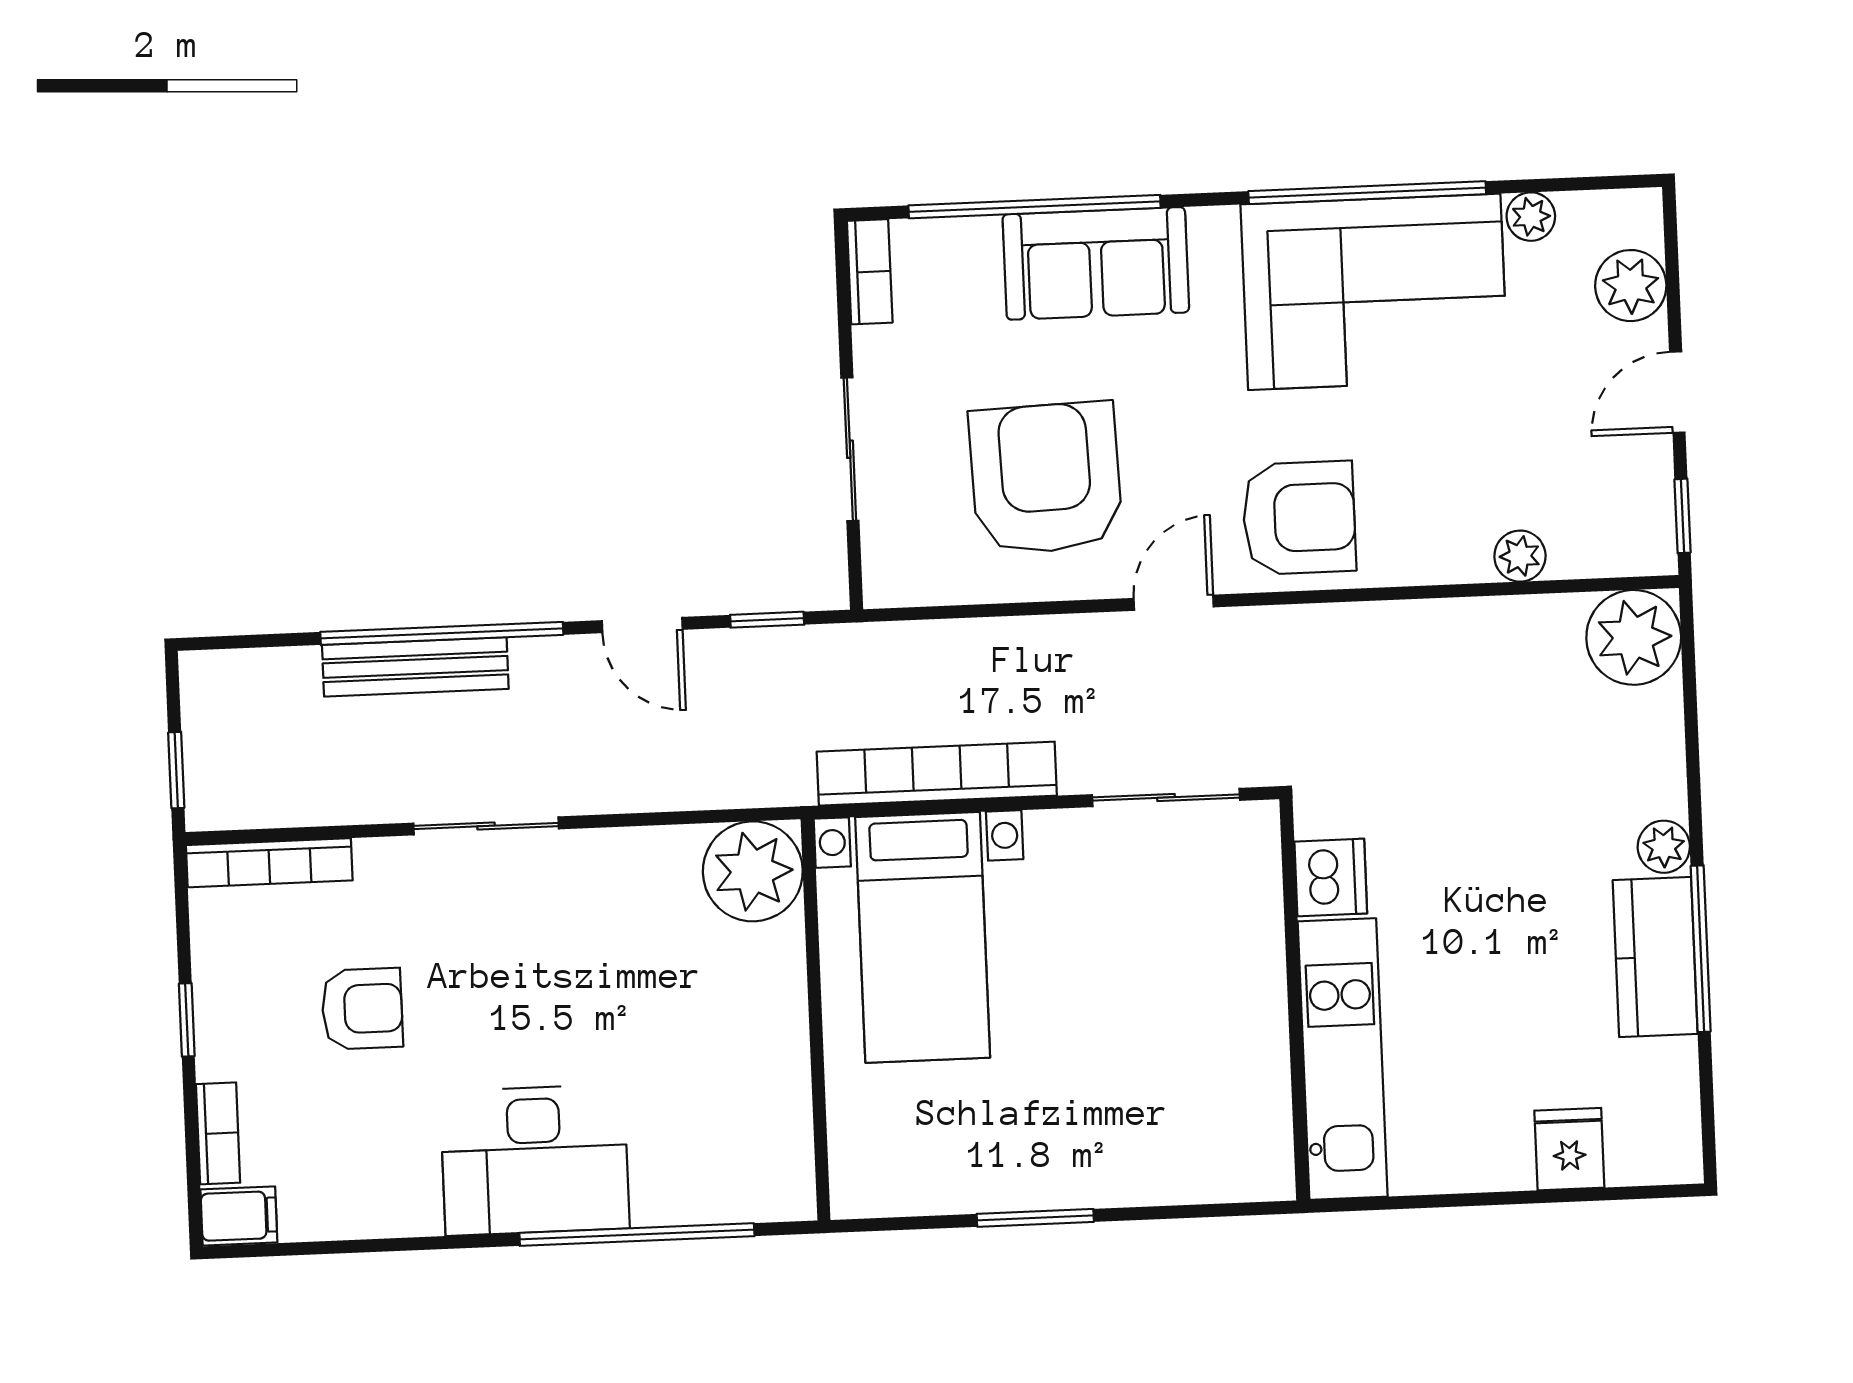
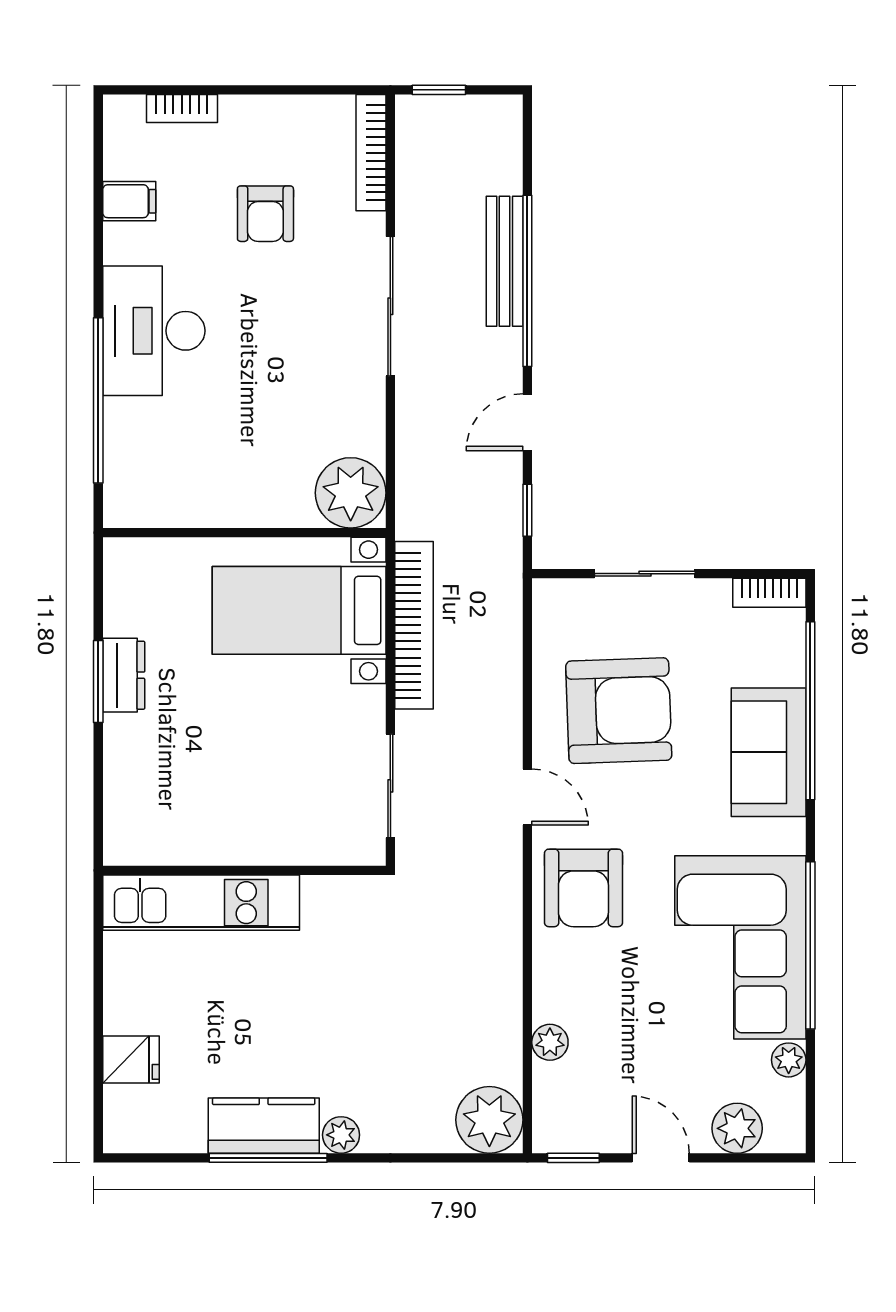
sliding door: (486, 826) -> (390, 306), width x1.37
dishwasher: (1331, 877) -> (329, 900), removed
window: (187, 1020) -> (263, 90), removed
dresser: (1025, 1182) -> (124, 675), added
filing cabinet: (239, 1216) -> (129, 201), moved, turned -90

